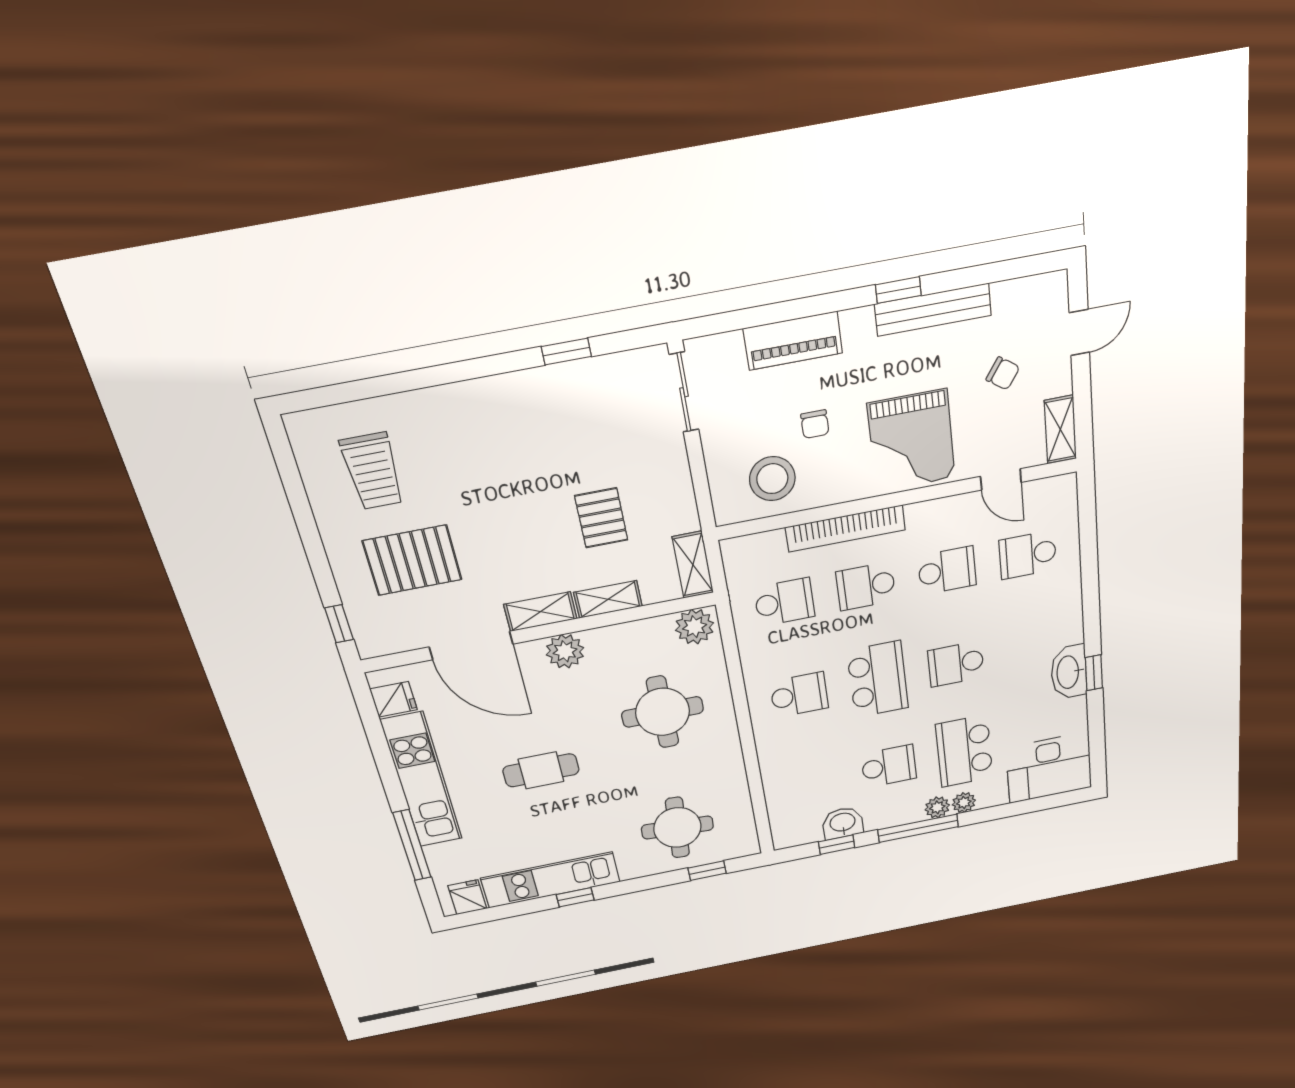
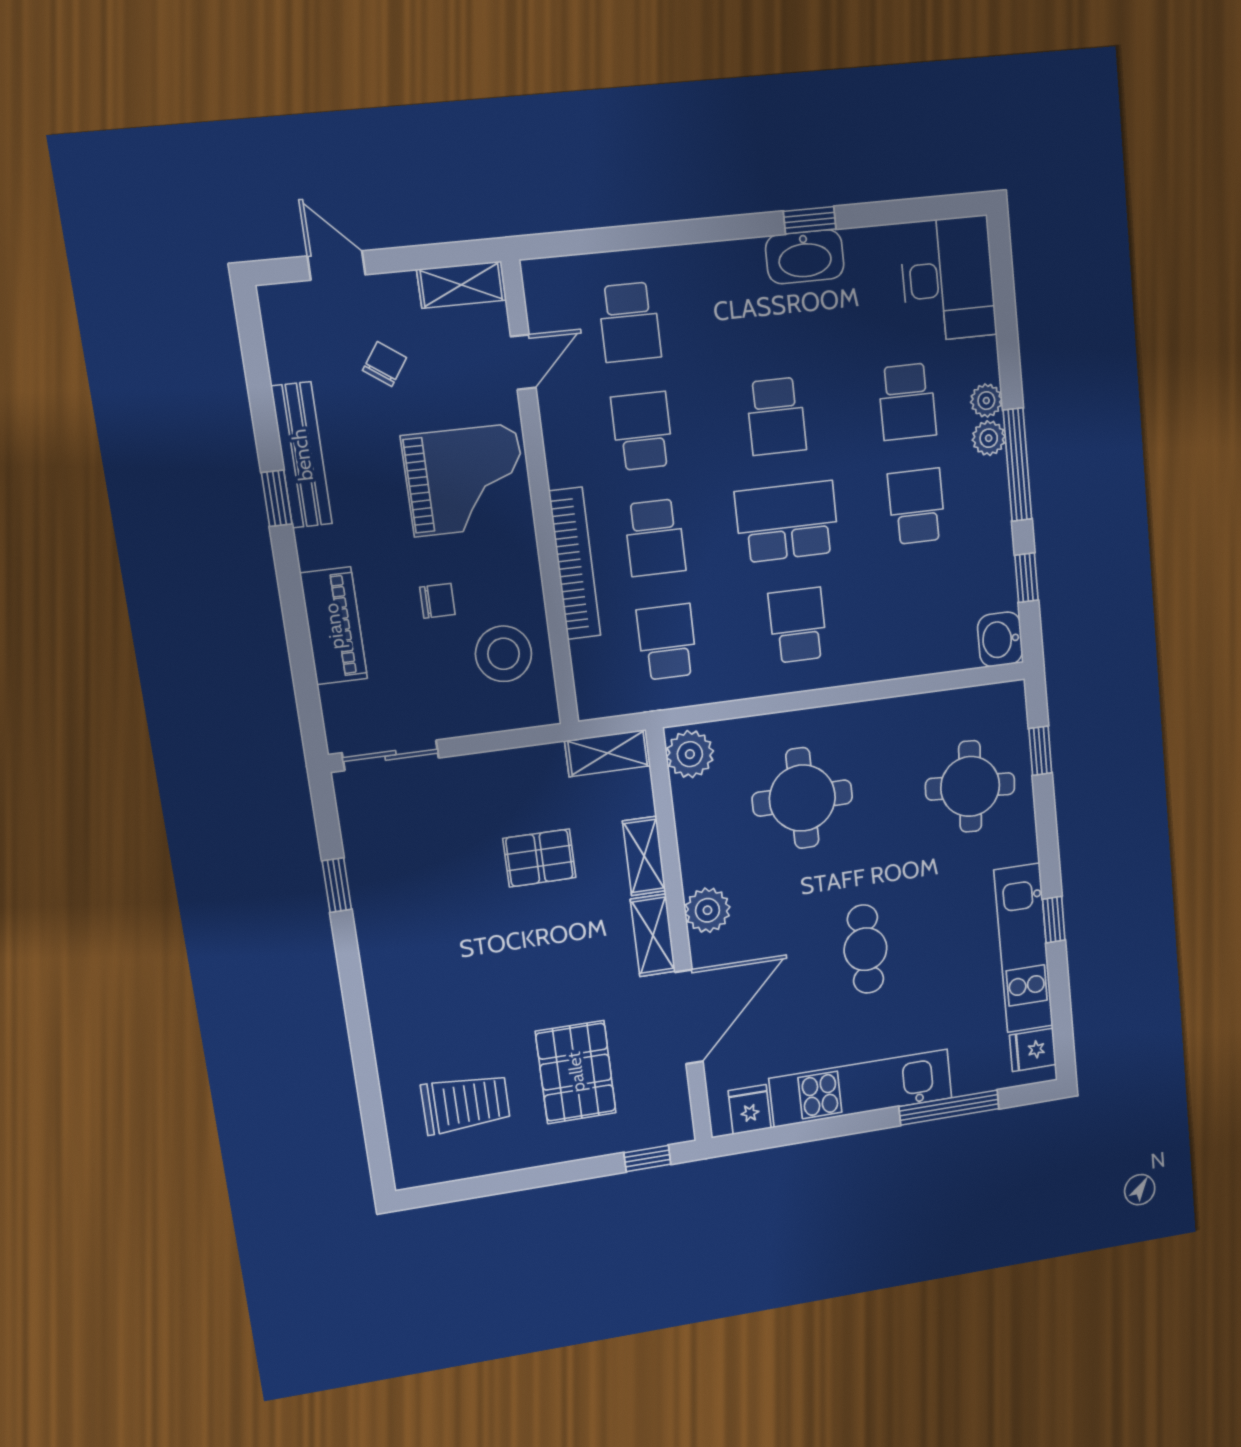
school desk: (964, 751) -> (907, 402), width x0.54
washbasin: (843, 823) -> (1000, 639), moved

